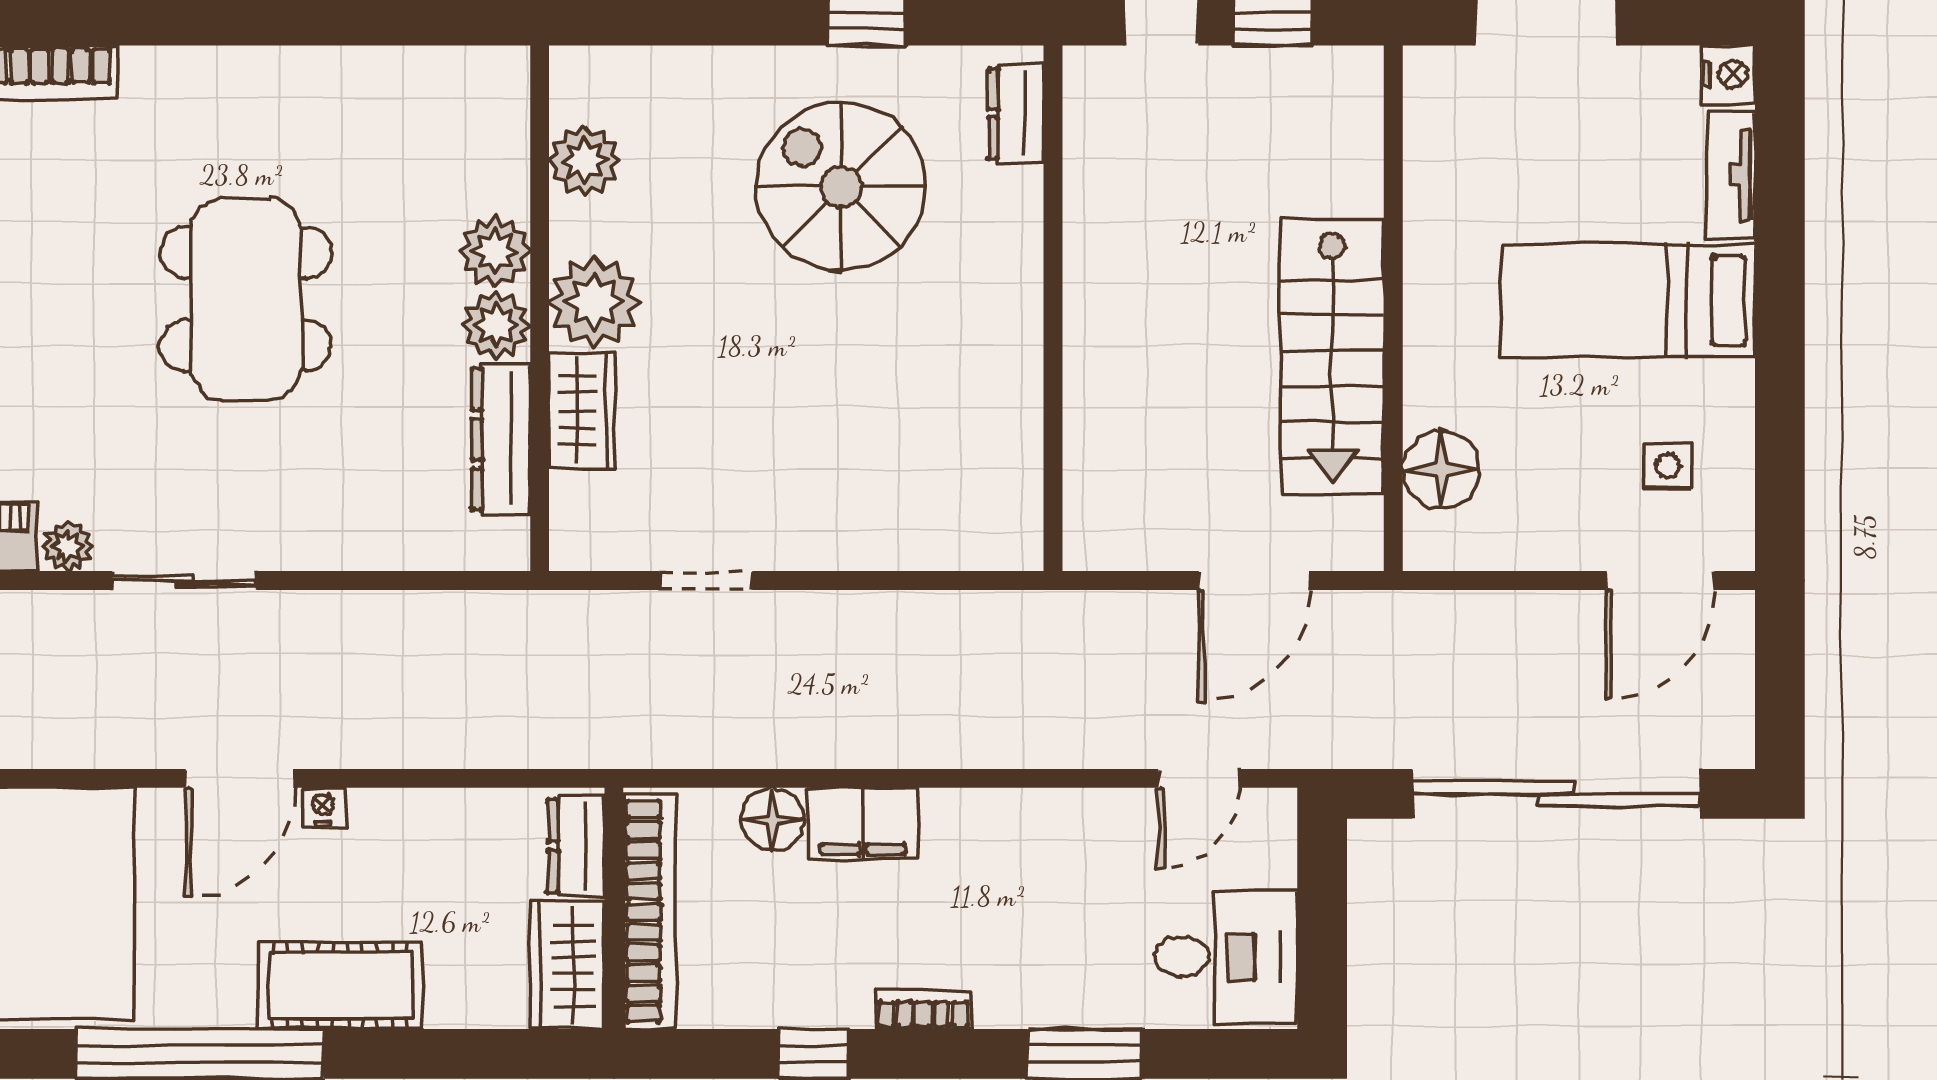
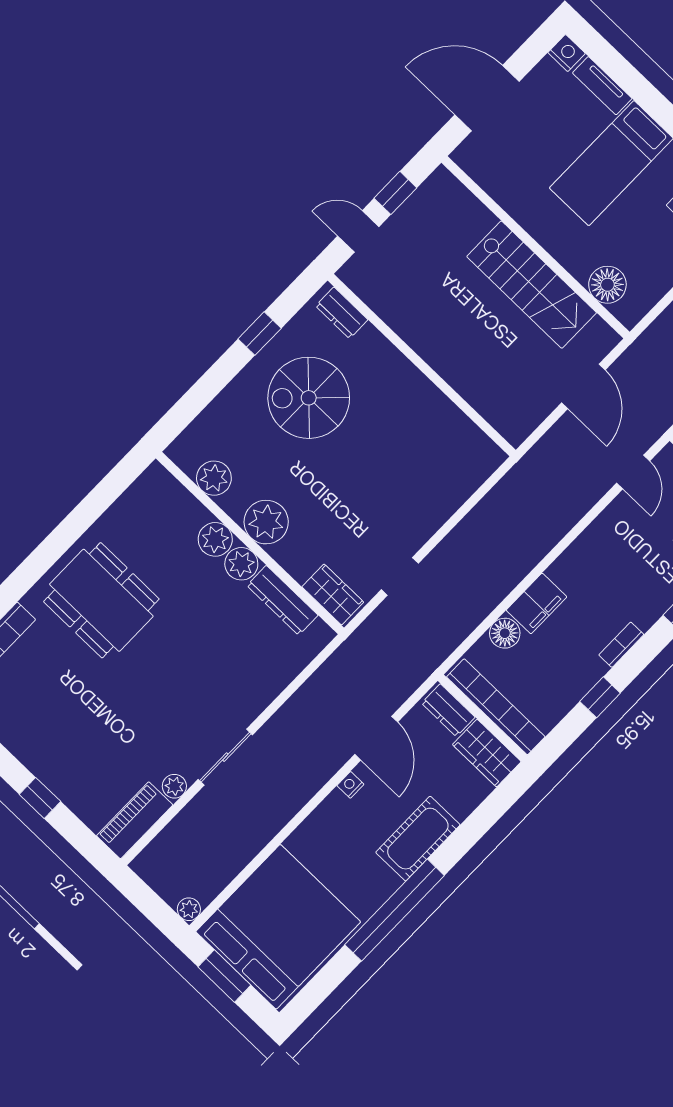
dining table: (246, 299) -> (101, 600), moved
wardrobe: (582, 411) -> (333, 594), moved
door: (241, 778) -> (376, 738), moved

